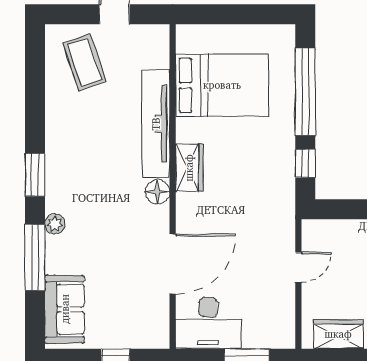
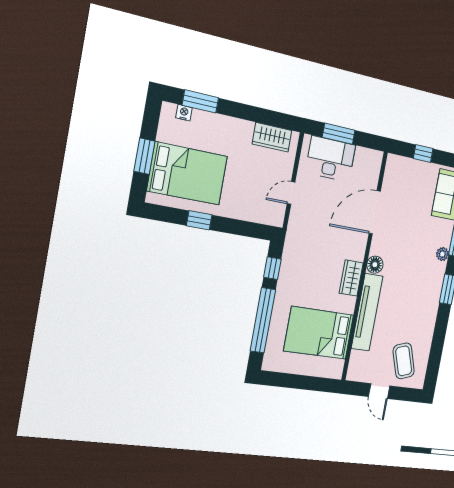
desk: (208, 323) -> (331, 159), moved

